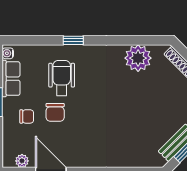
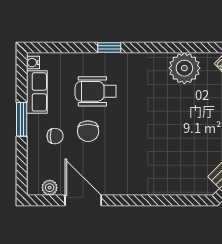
wheelchair: (62, 78) -> (96, 91), turned -90

